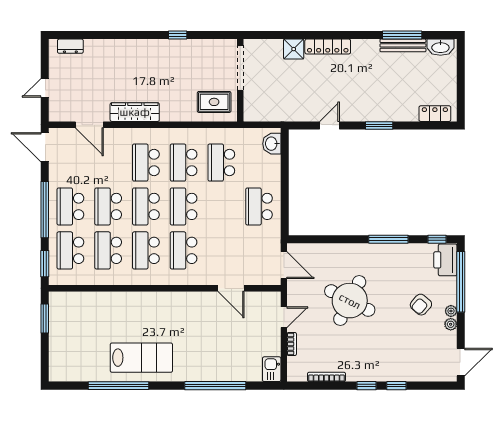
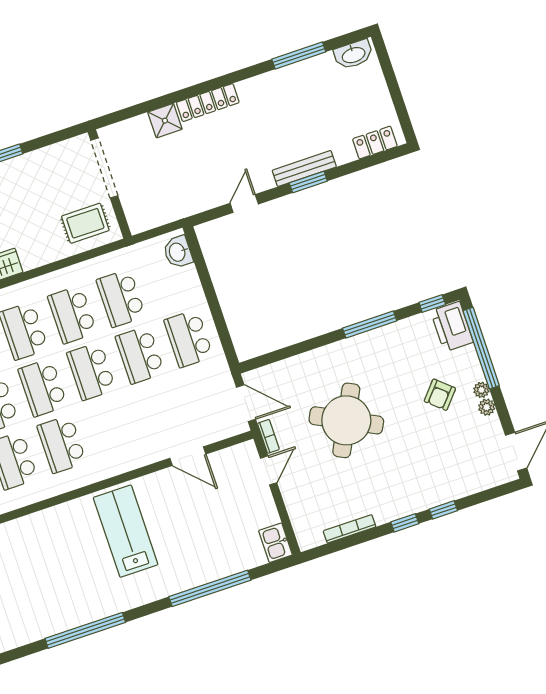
bench: (403, 45) -> (304, 169), moved
school desk: (184, 250) -> (140, 355), moved
bookcase: (292, 344) -> (268, 436), moved
lab bench: (141, 358) -> (126, 531), moved, turned -90

